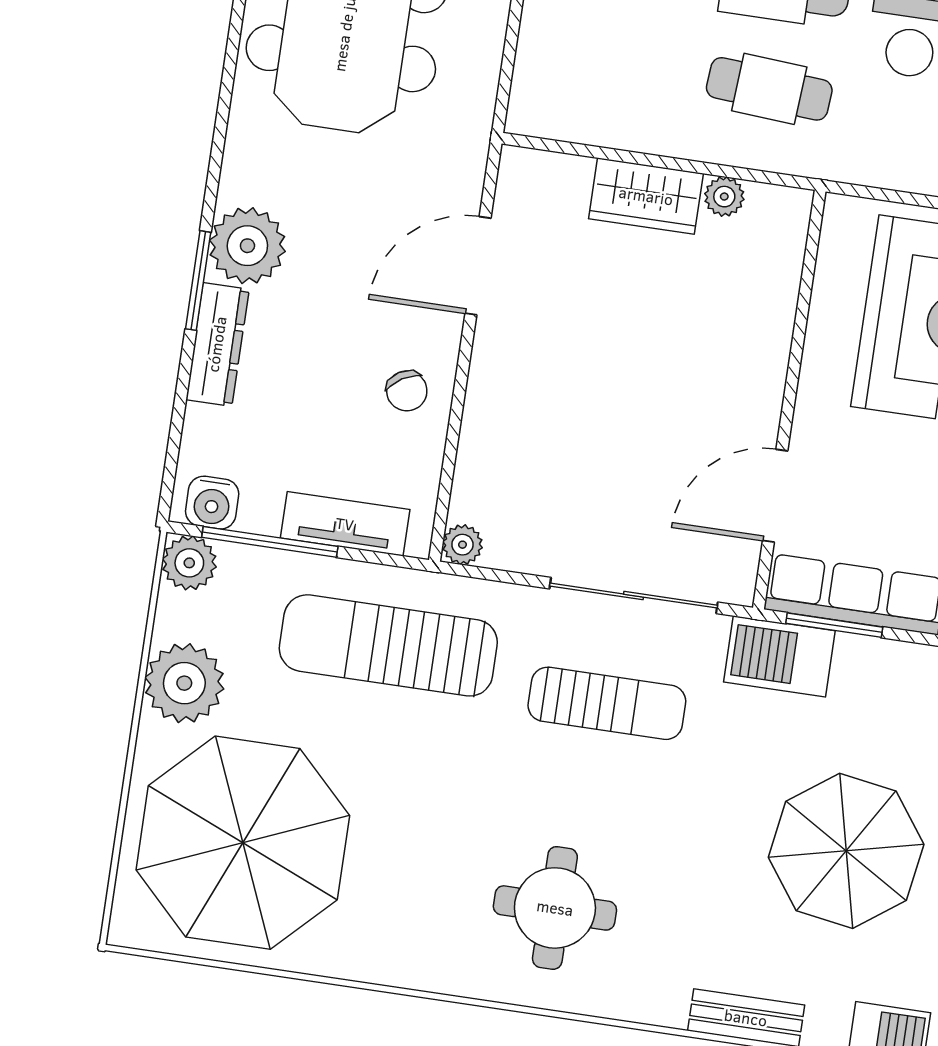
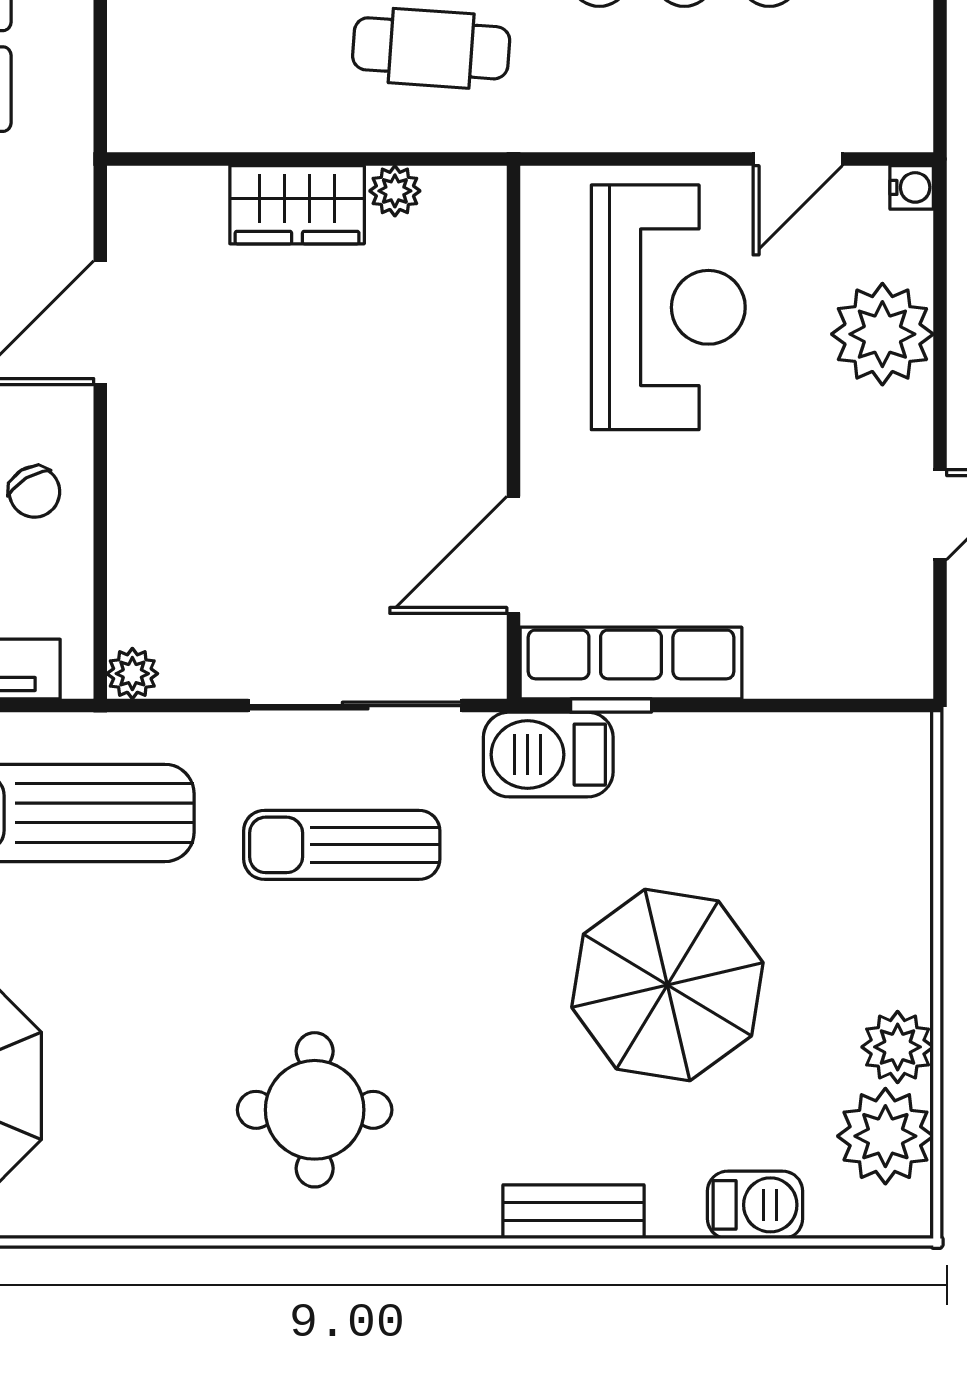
window: (834, 625) -> (611, 706), width x0.67
sun lounger: (607, 703) -> (342, 845), turned 180

